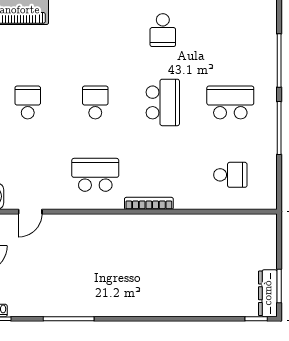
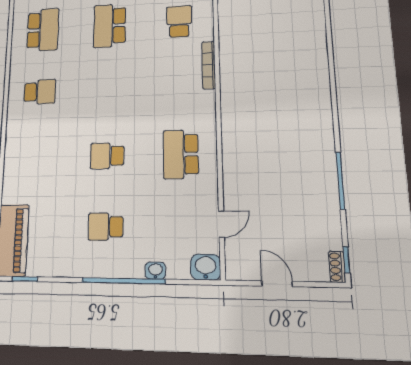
school desk: (163, 102) -> (43, 30), moved, turned 90
bookcase: (149, 203) -> (209, 65), moved
door: (30, 212) -> (221, 224), hinge flipped

